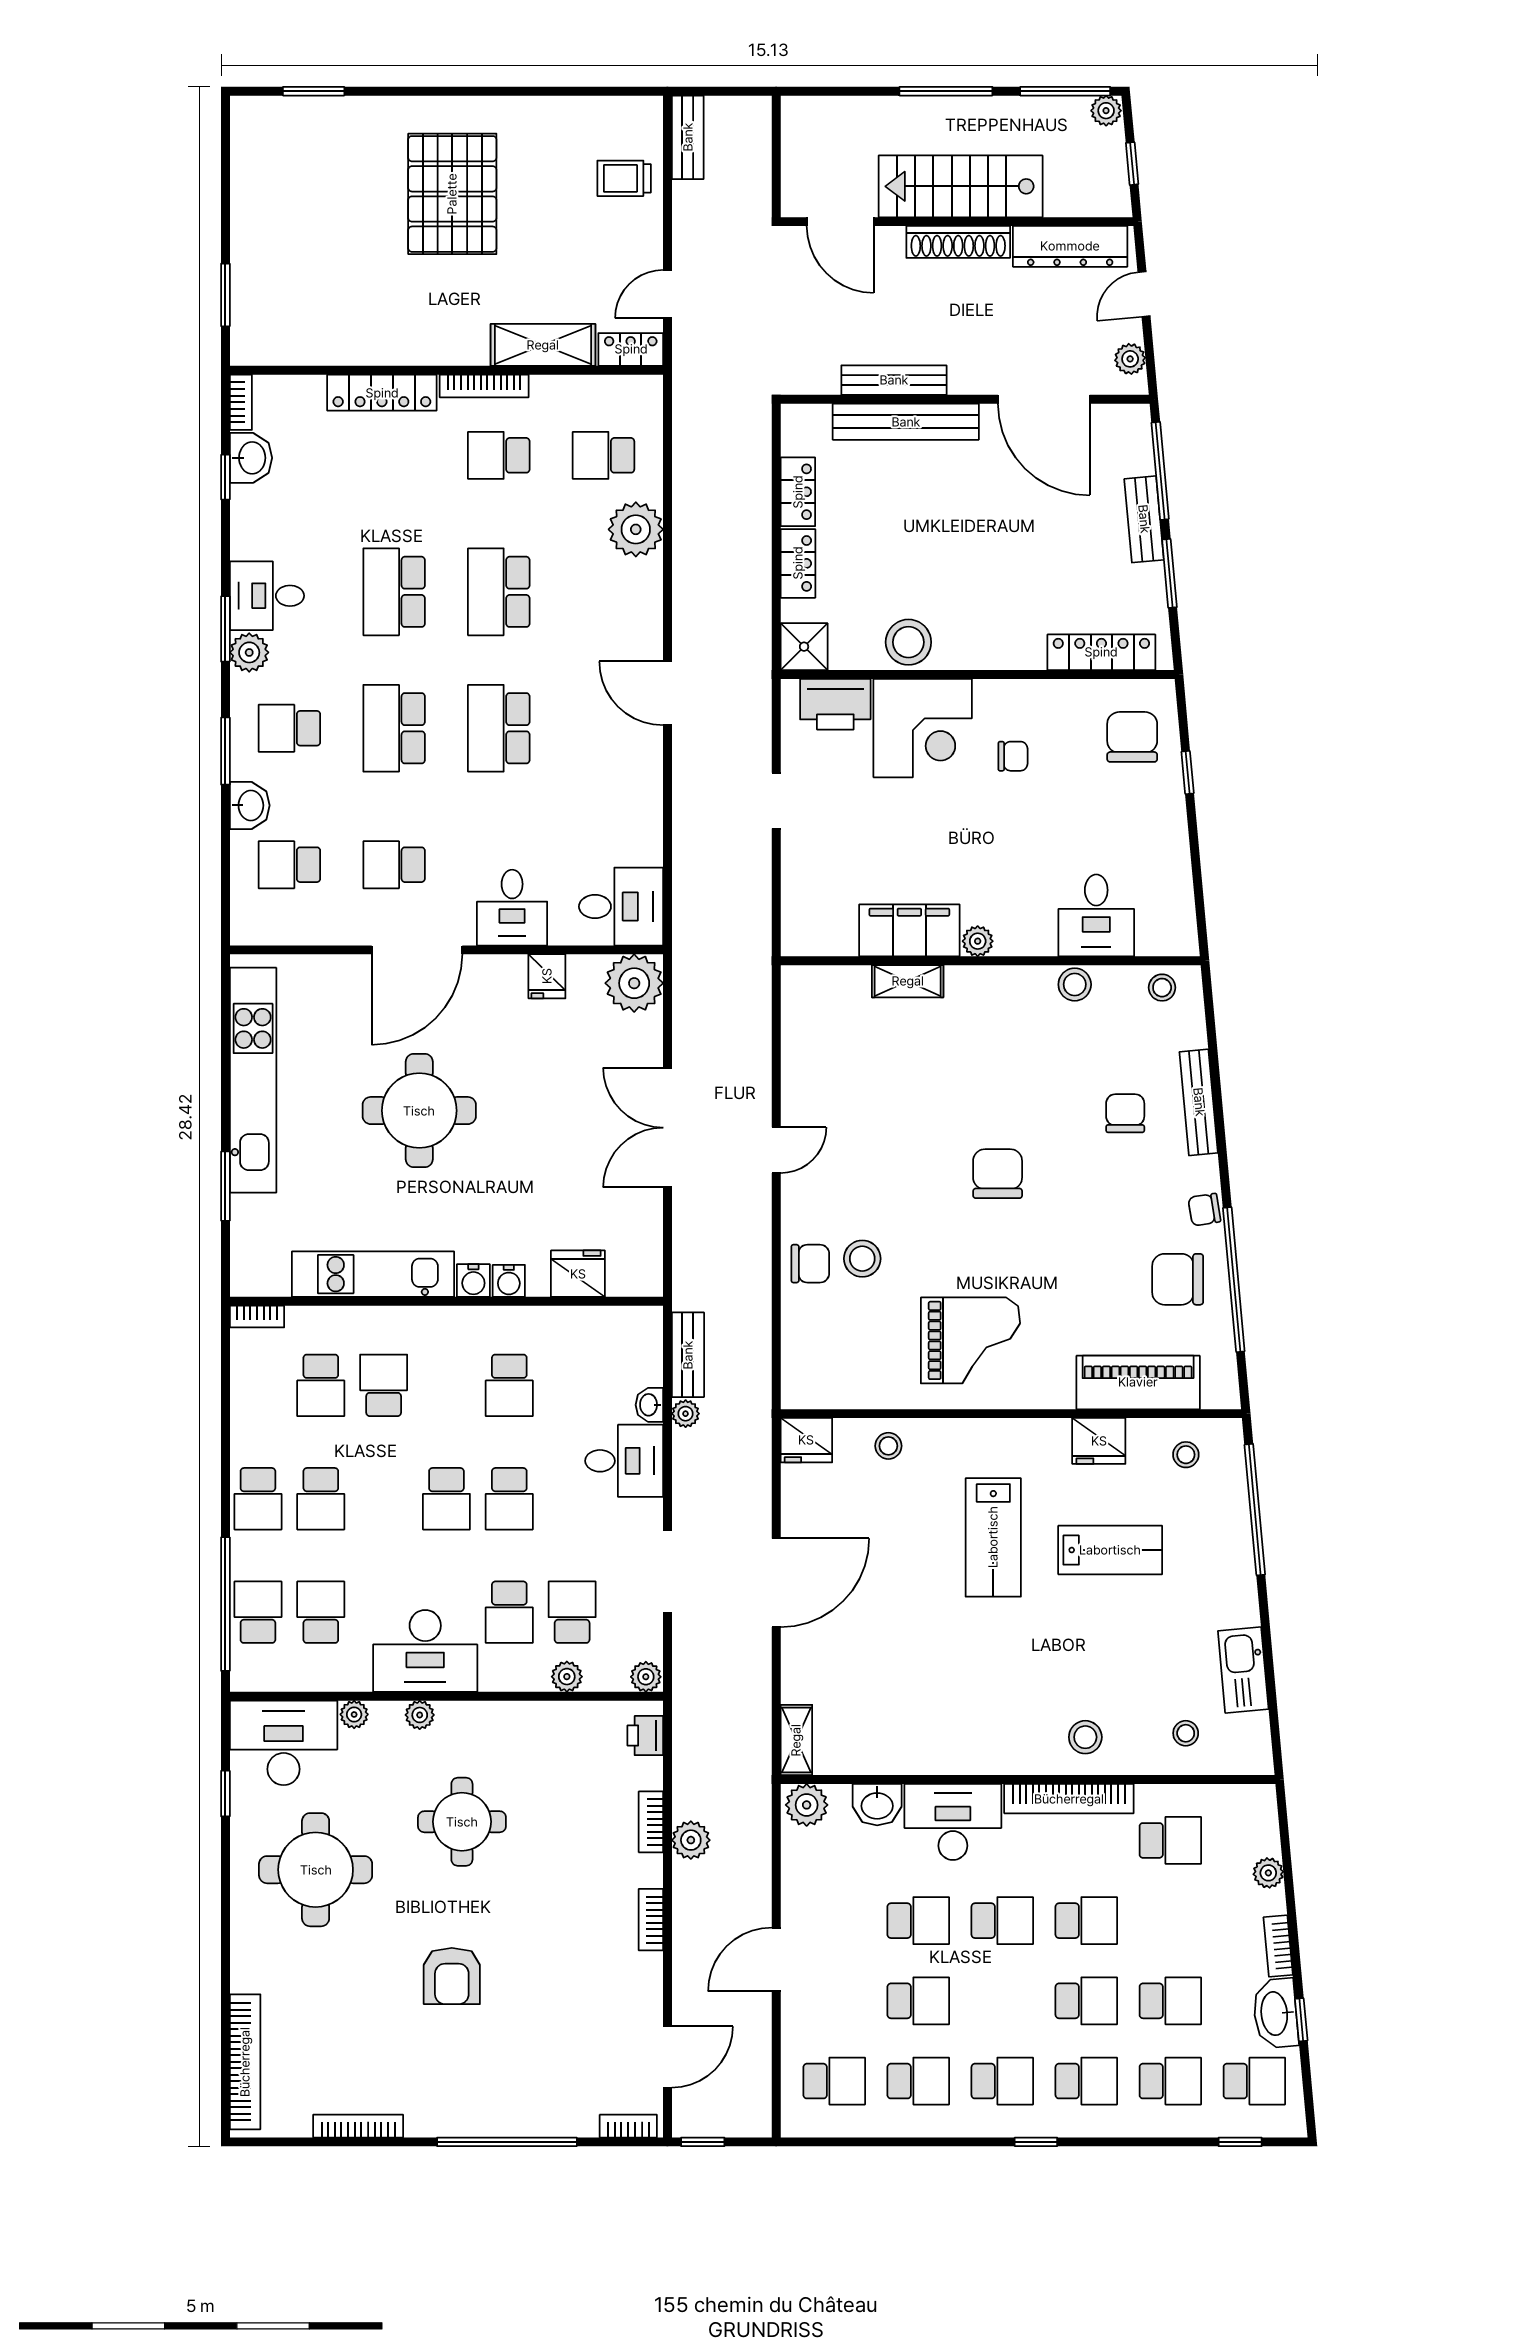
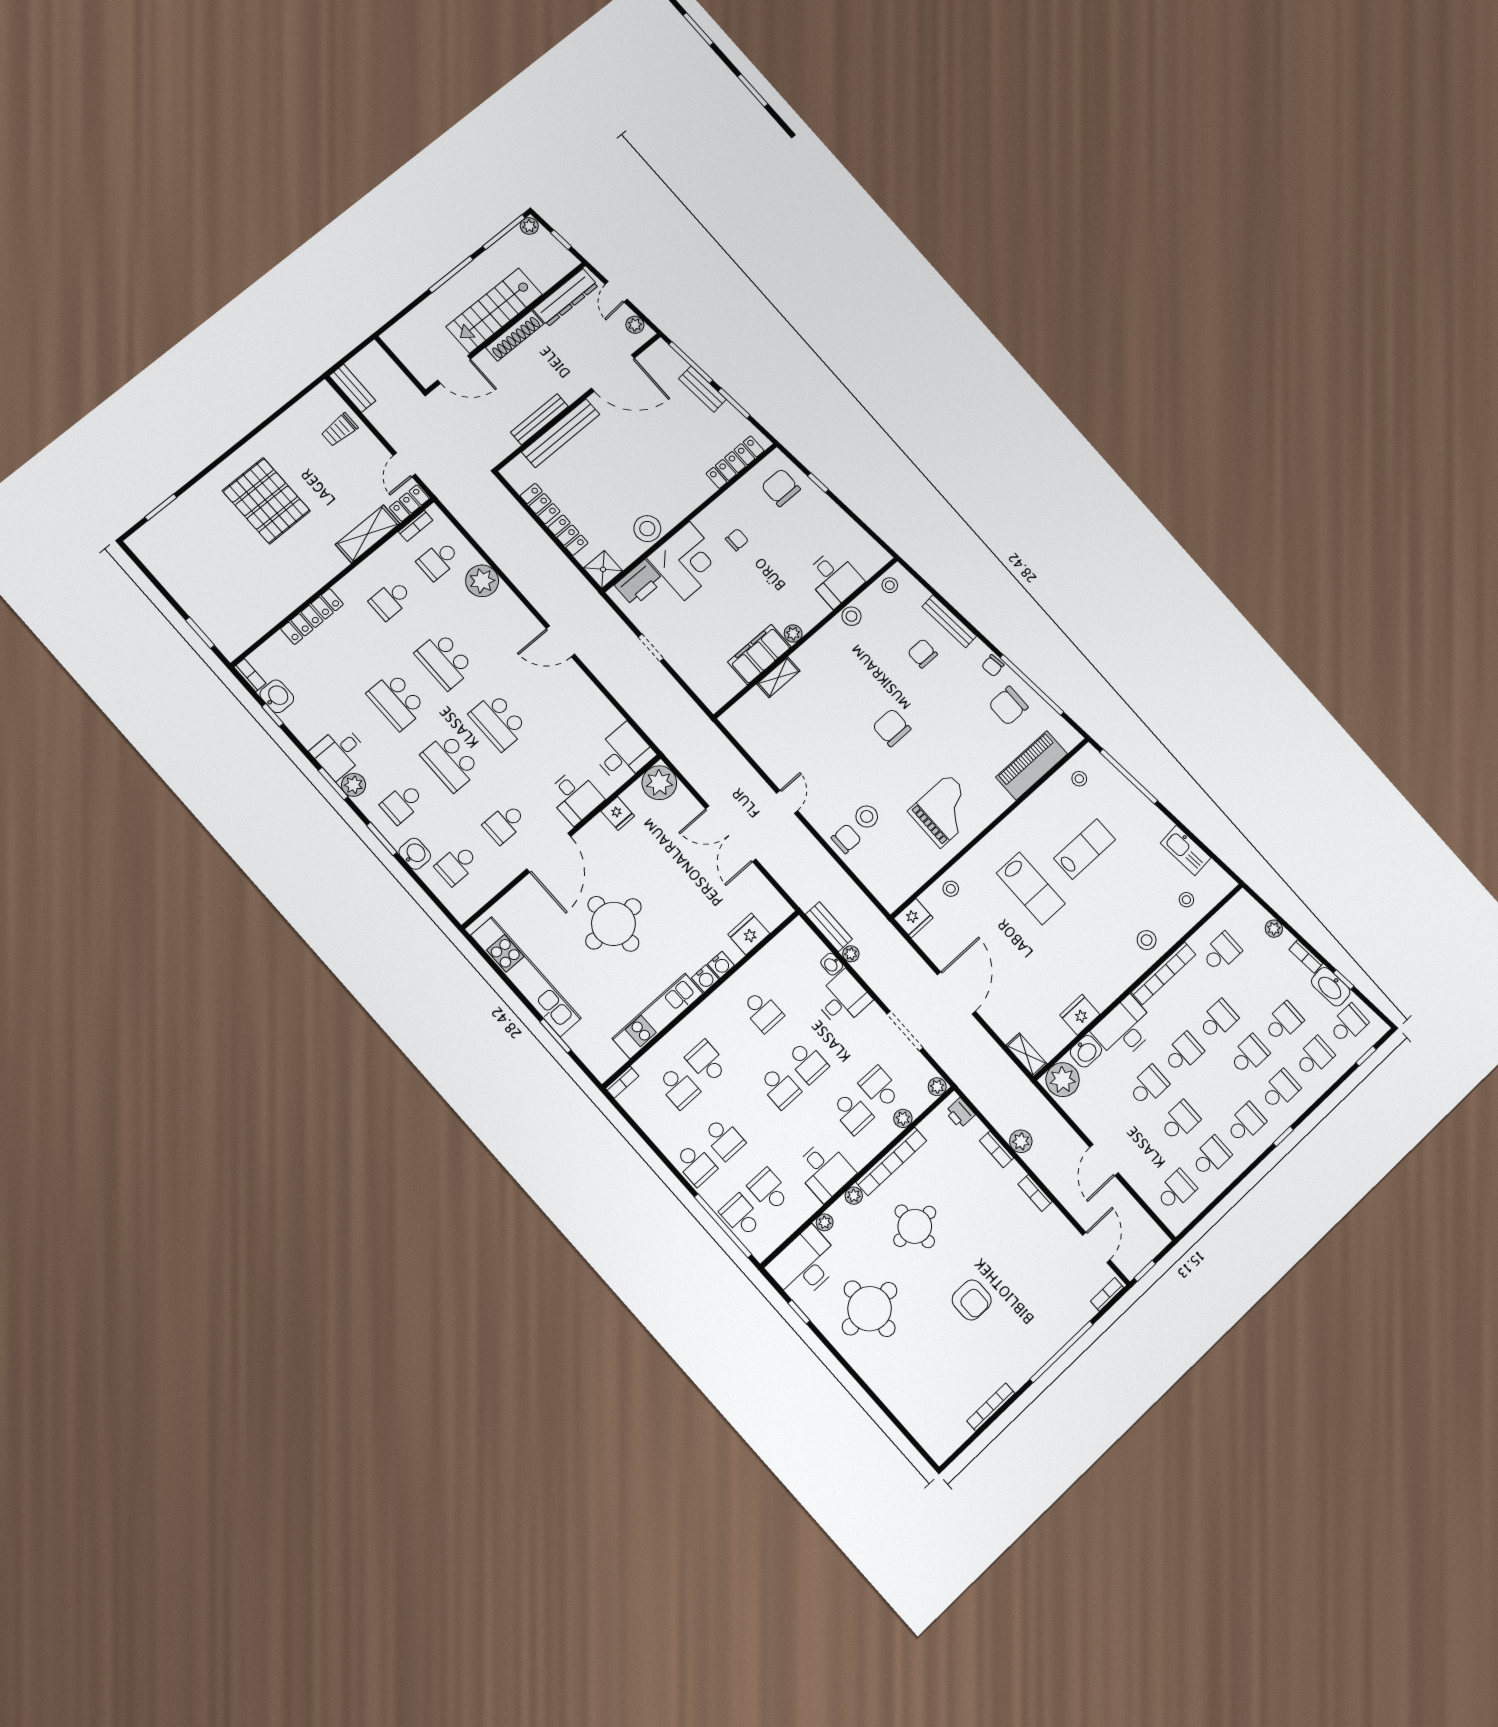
bookcase: (484, 386) -> (416, 526), moved, width x0.64
fridge: (1099, 1441) -> (1080, 1015), moved, turned 180
desk: (425, 1651) -> (824, 1170), width x0.73
plant: (807, 1805) -> (1063, 1080), width x1.36, depth x1.36
bookcase: (245, 2062) -> (891, 1161), moved, turned 90

